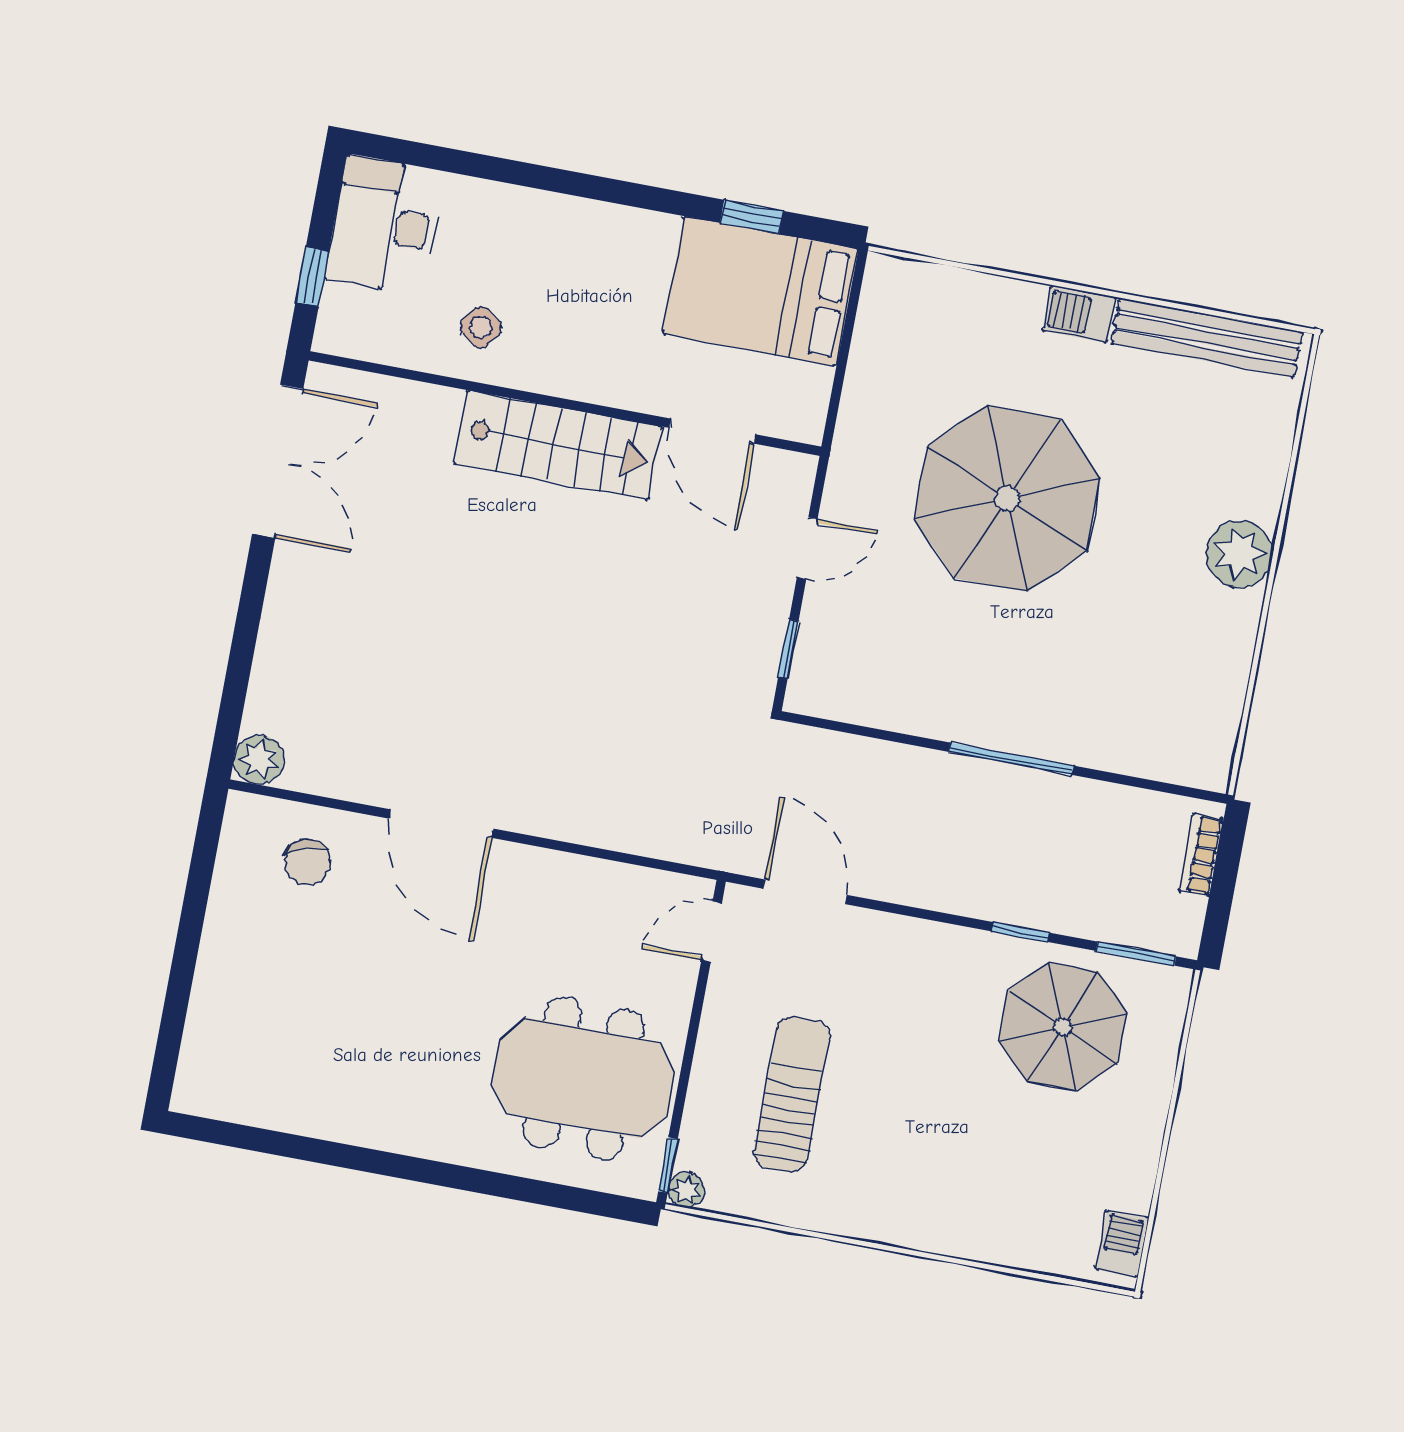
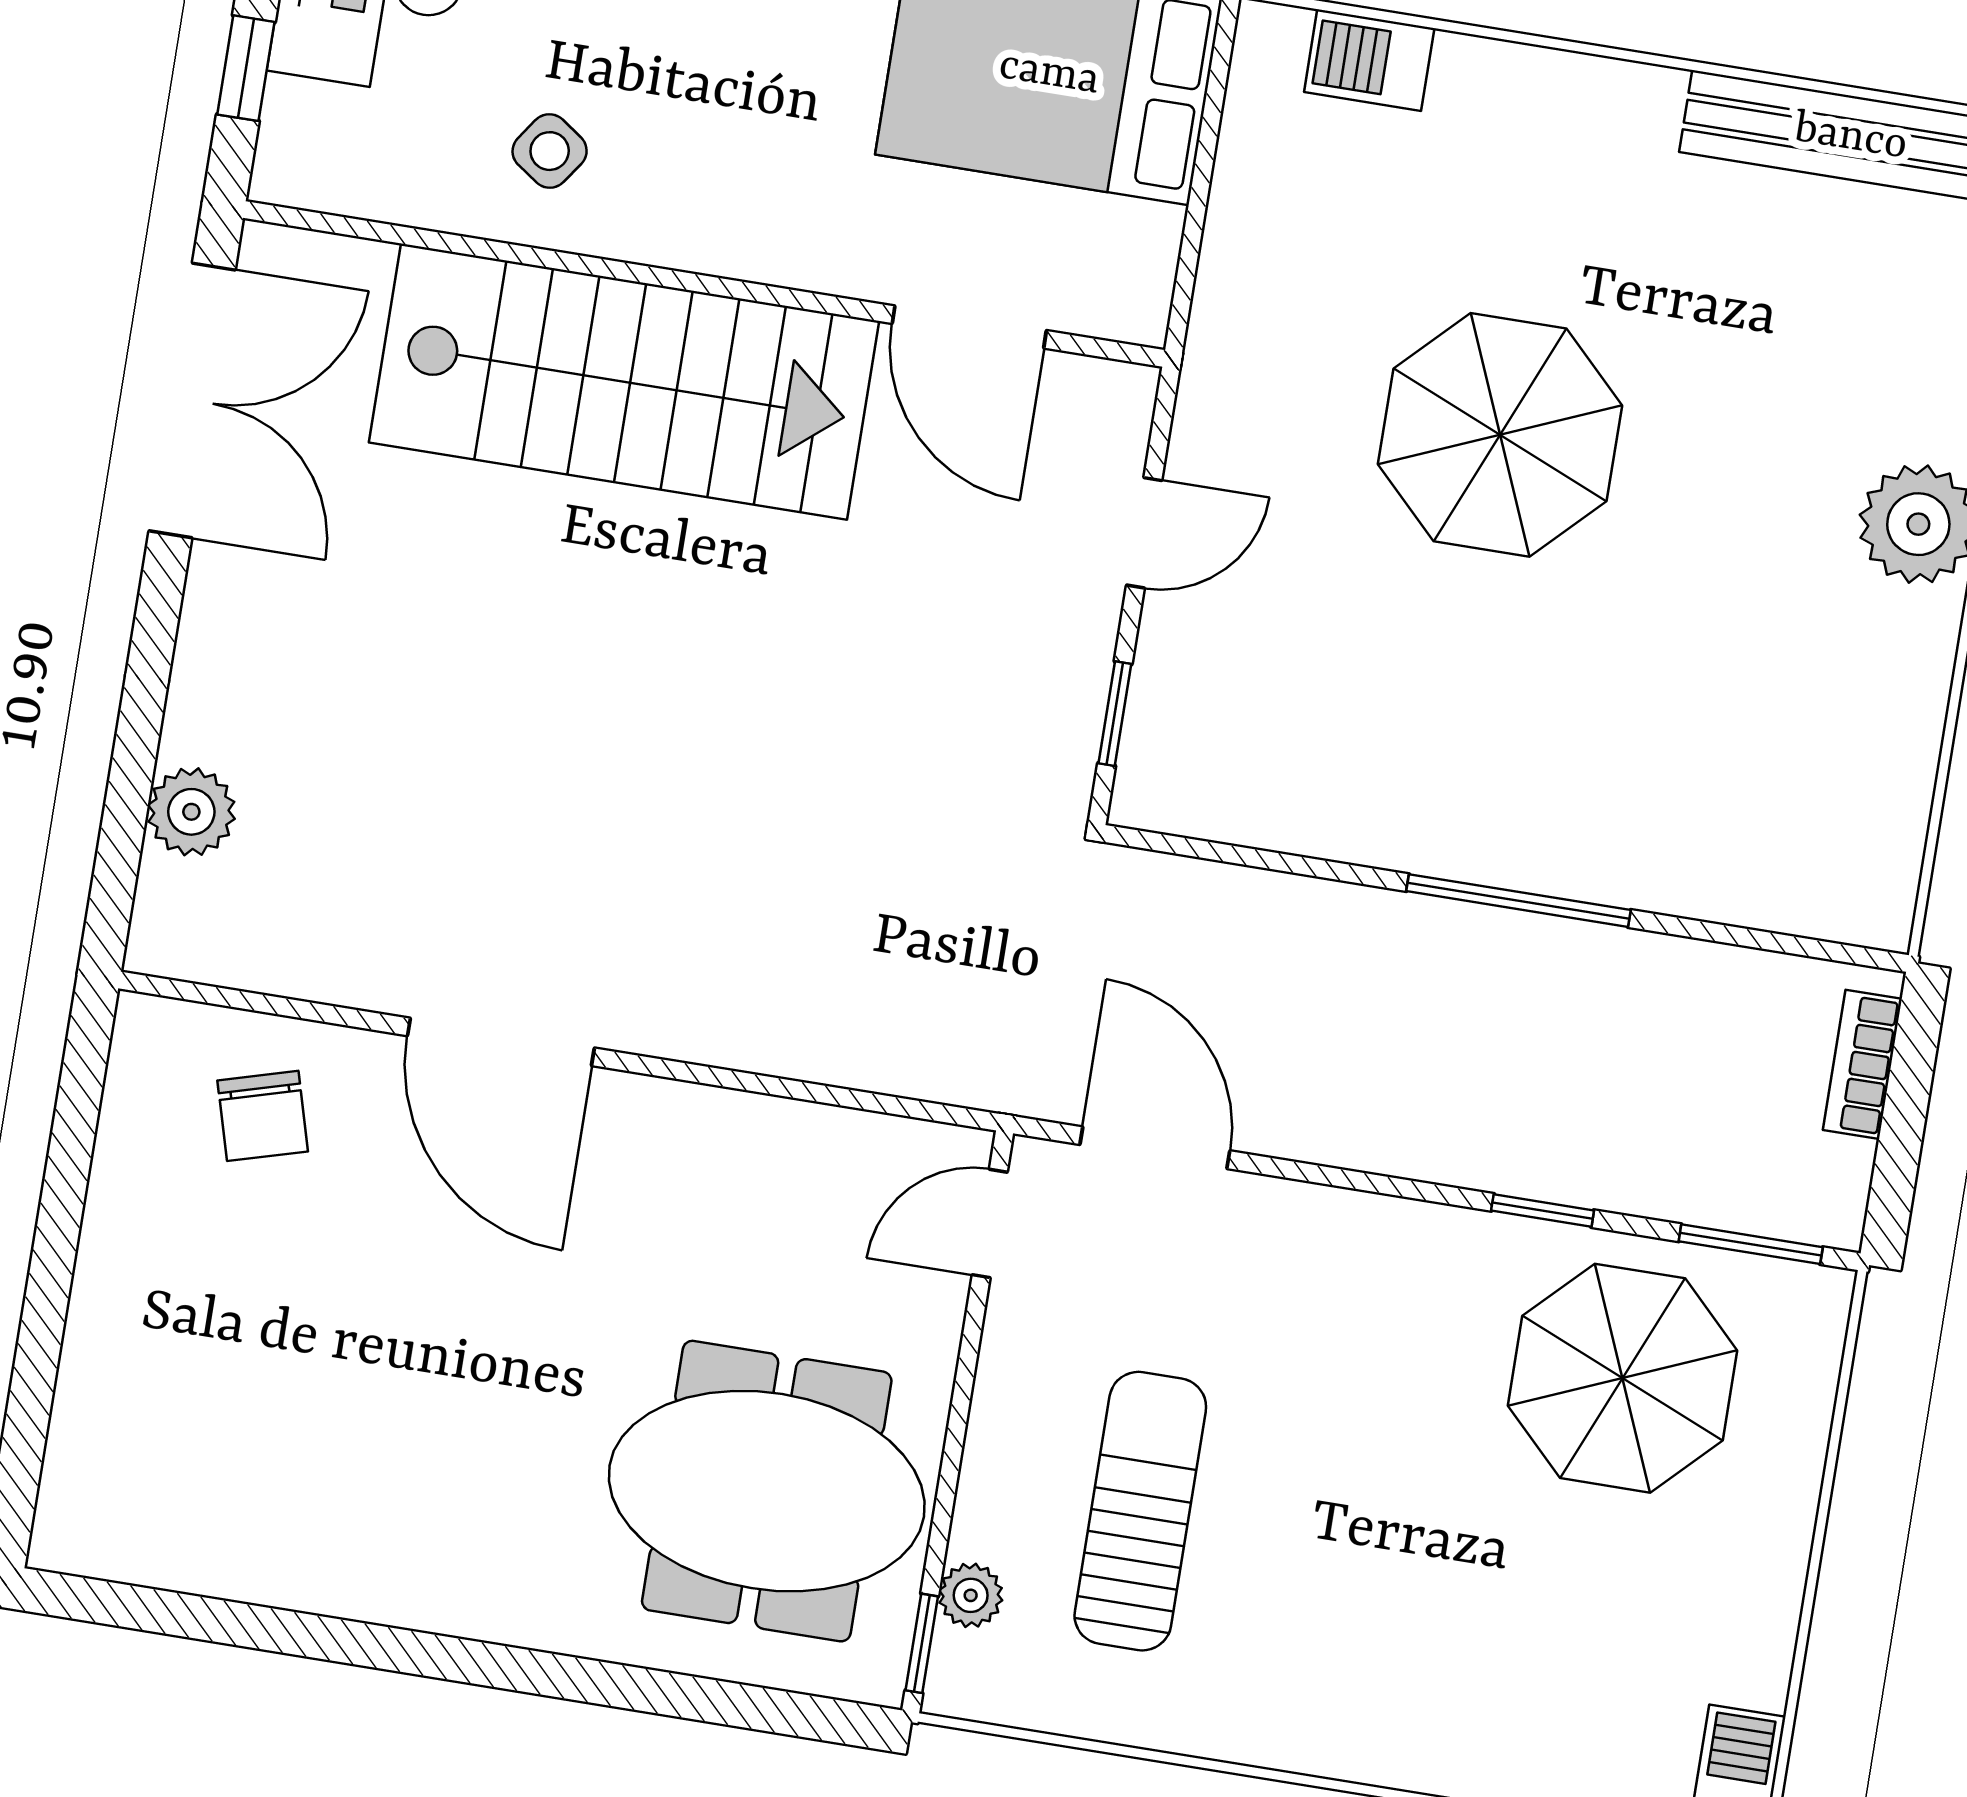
barbecue: (1079, 314) -> (1369, 60), moved
stairs: (558, 445) -> (624, 382), width x1.36, depth x1.51
parasol: (1007, 499) -> (1500, 435), width x0.73, depth x0.73
plant: (259, 760) -> (191, 812), moved
plant: (686, 1190) -> (971, 1595), moved

